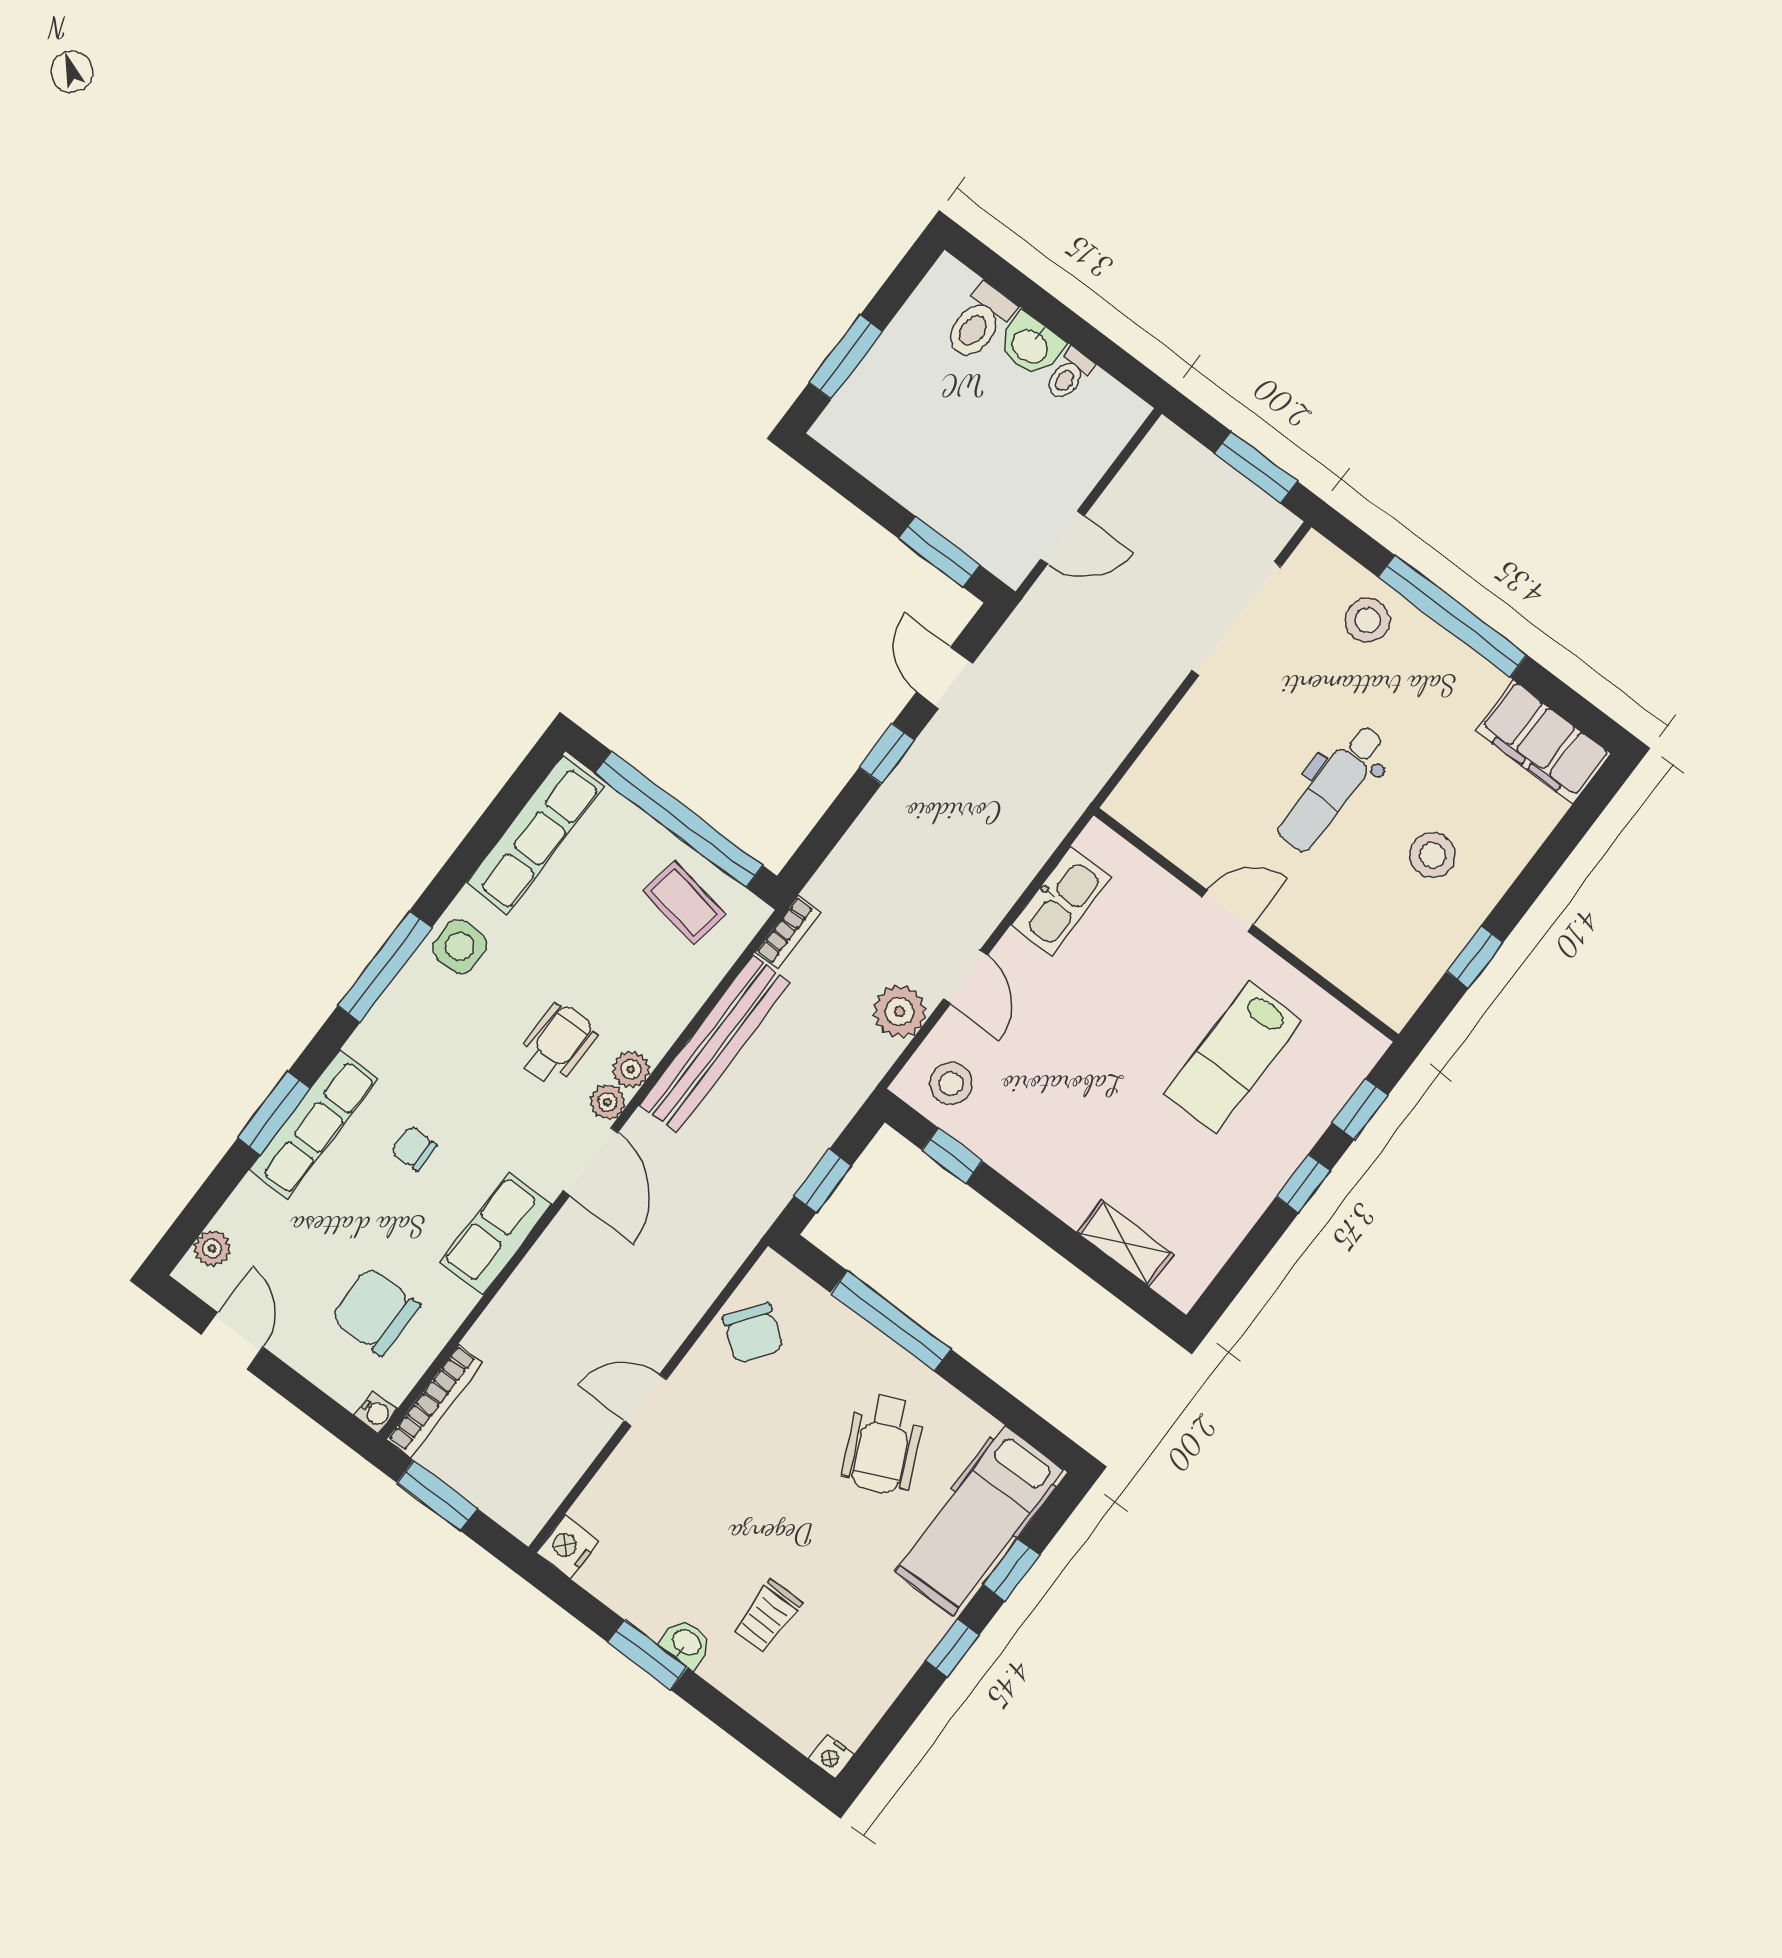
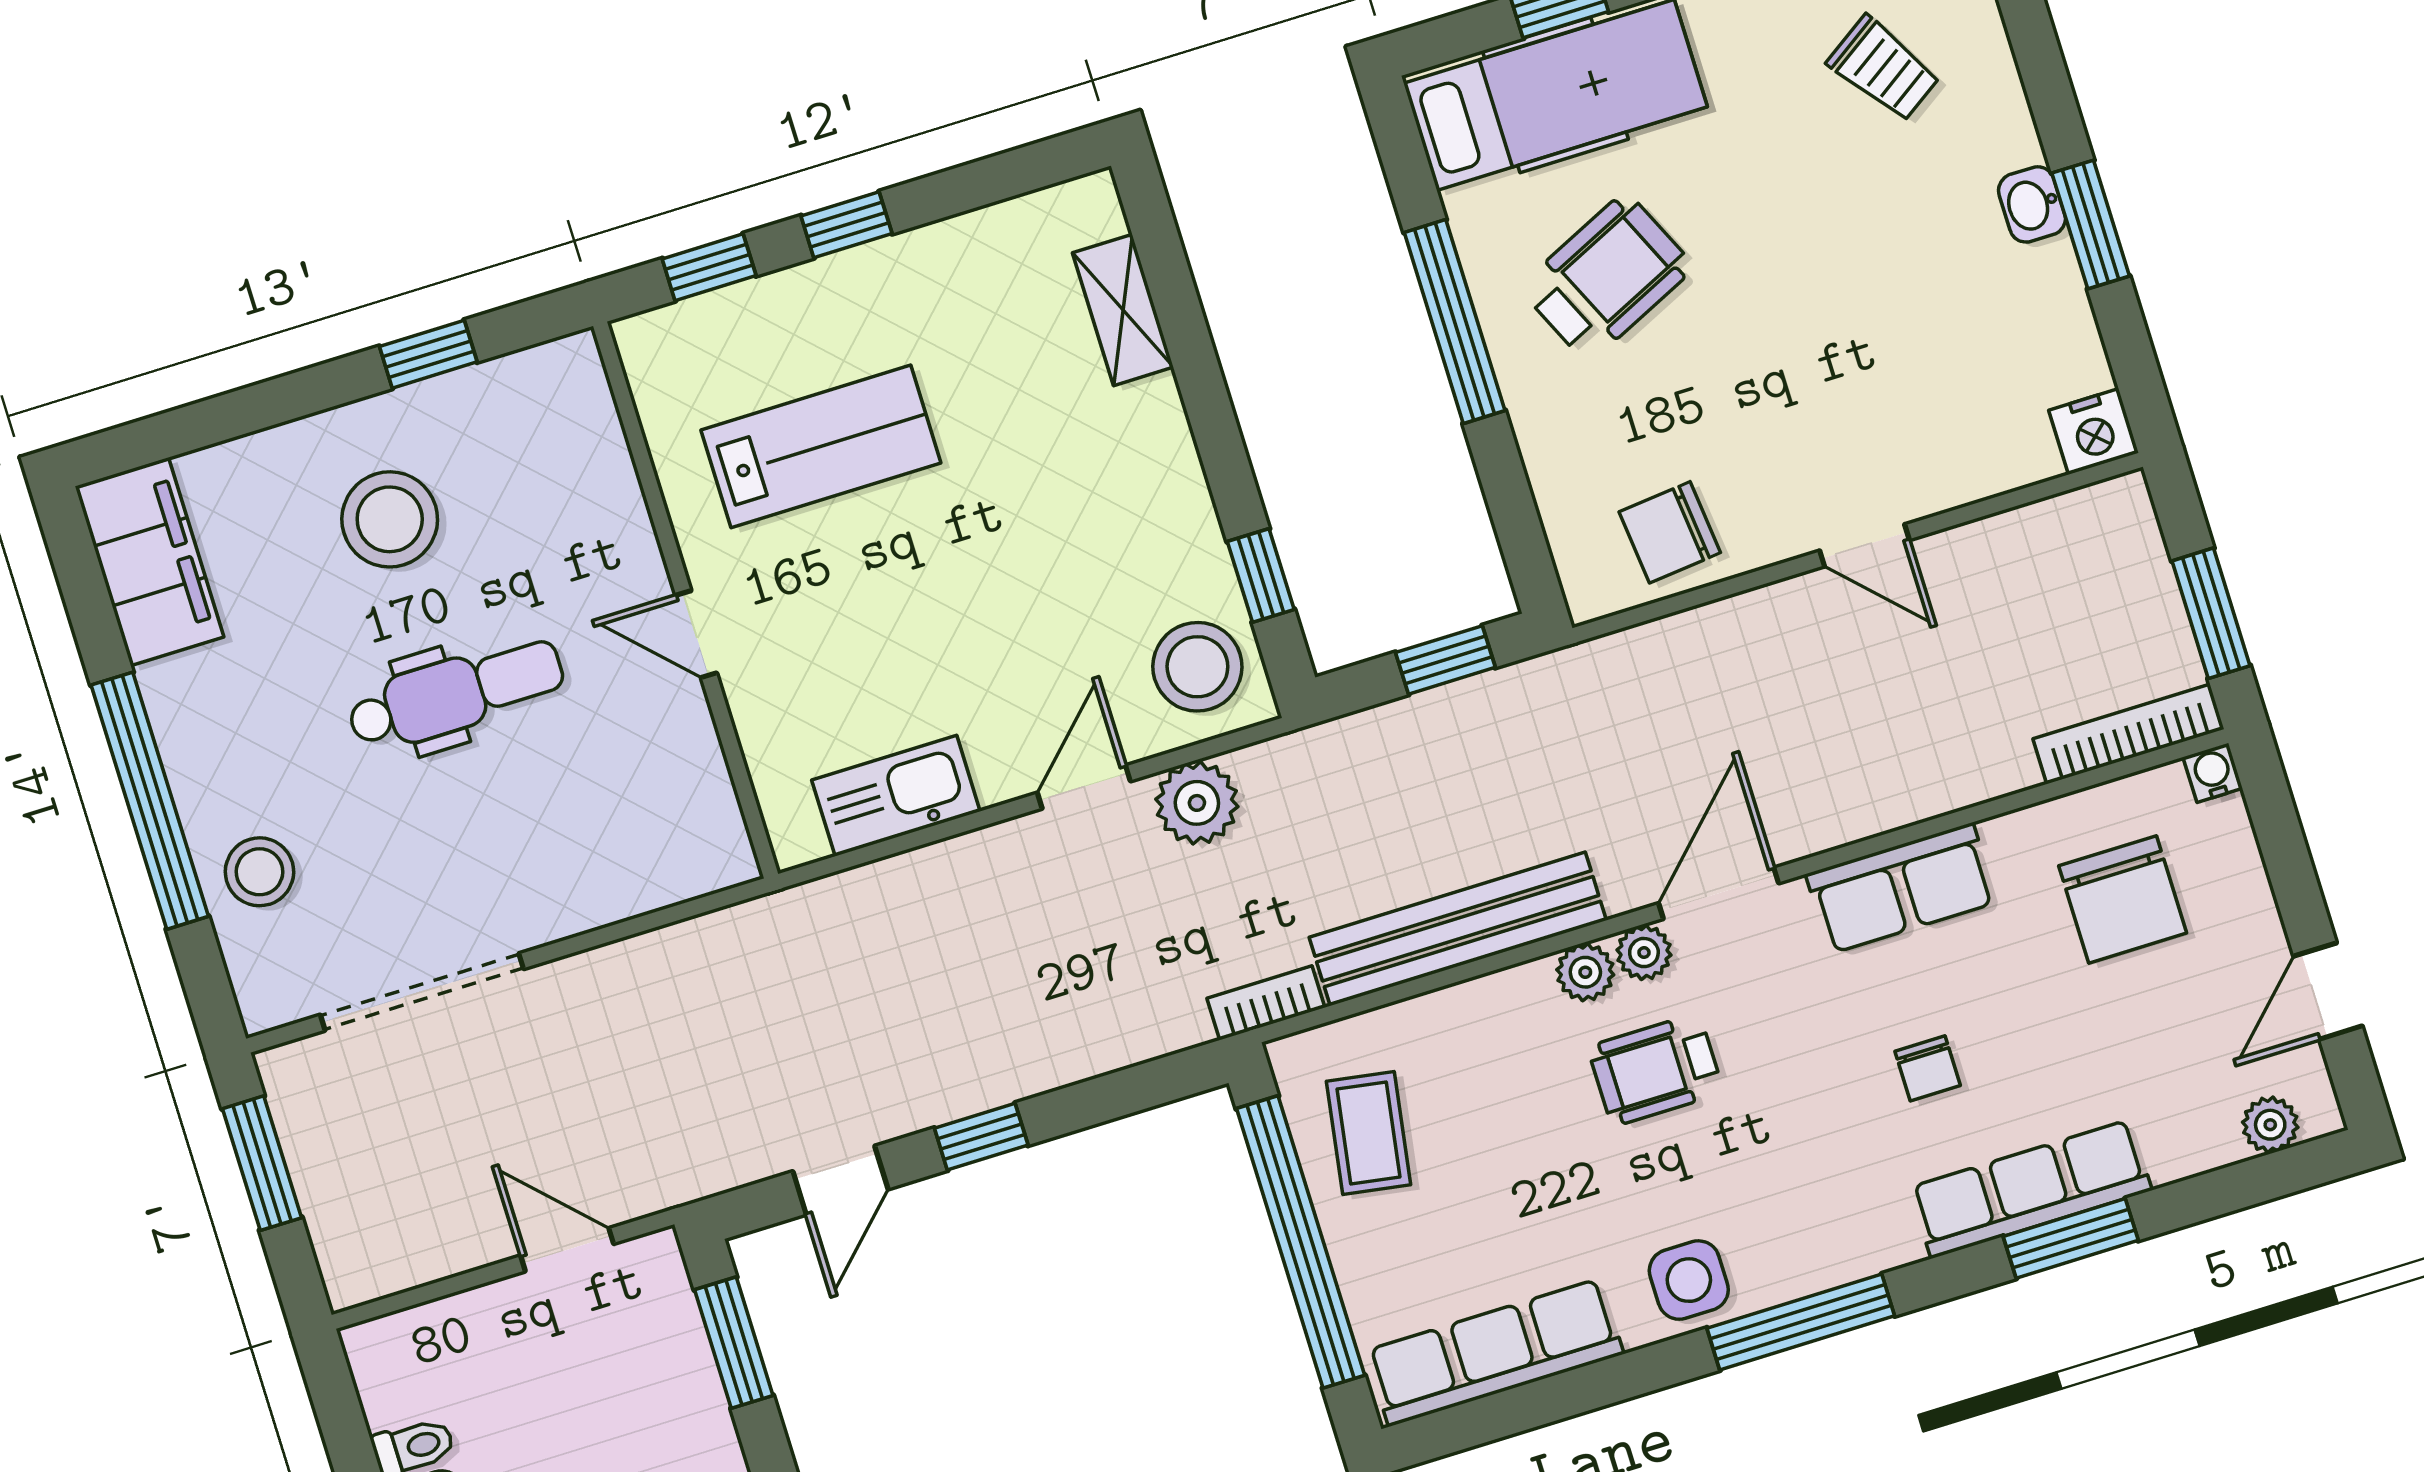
stool: (1433, 855) -> (390, 519), width x1.38, depth x1.38
stool: (951, 1083) -> (1197, 667), width x1.38, depth x1.38
window: (891, 1321) -> (1455, 321), moved
chair: (753, 1333) -> (1670, 532), turned -132
trolley: (767, 1616) -> (1884, 69), moved, turned 56

